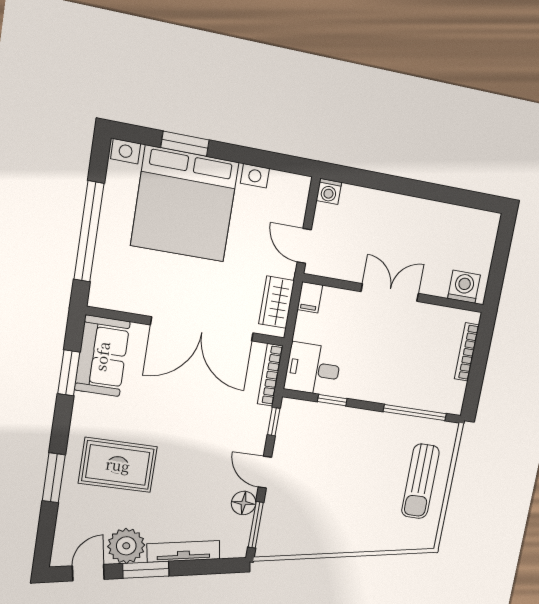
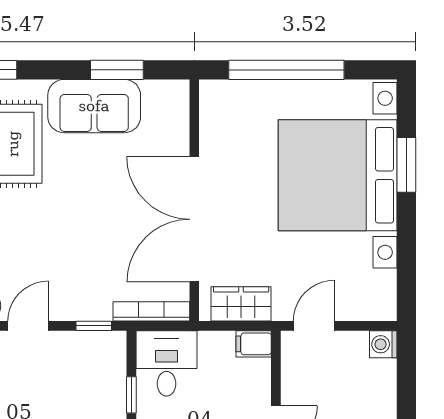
sofa: (102, 356) -> (94, 106), moved

